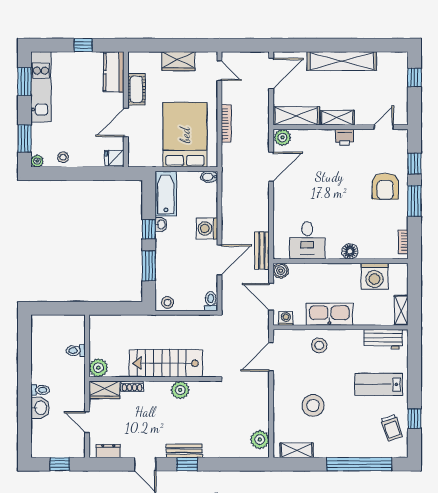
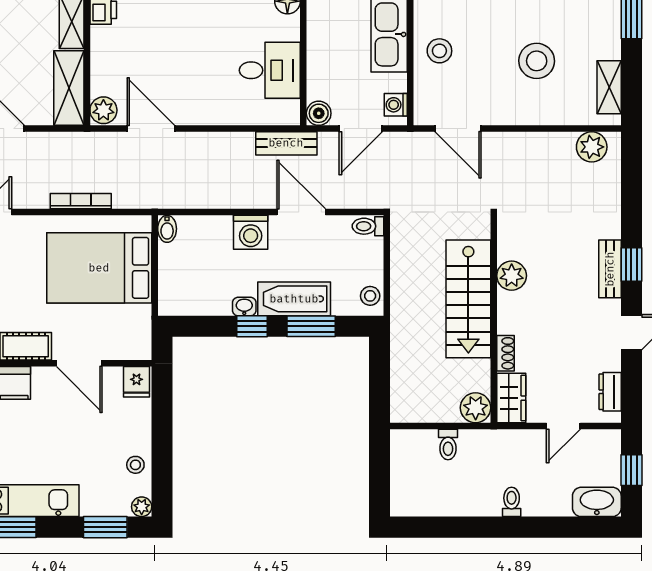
bathtub: (166, 194) -> (294, 299), moved
washbasin: (40, 408) -> (597, 502), moved, width x1.38

